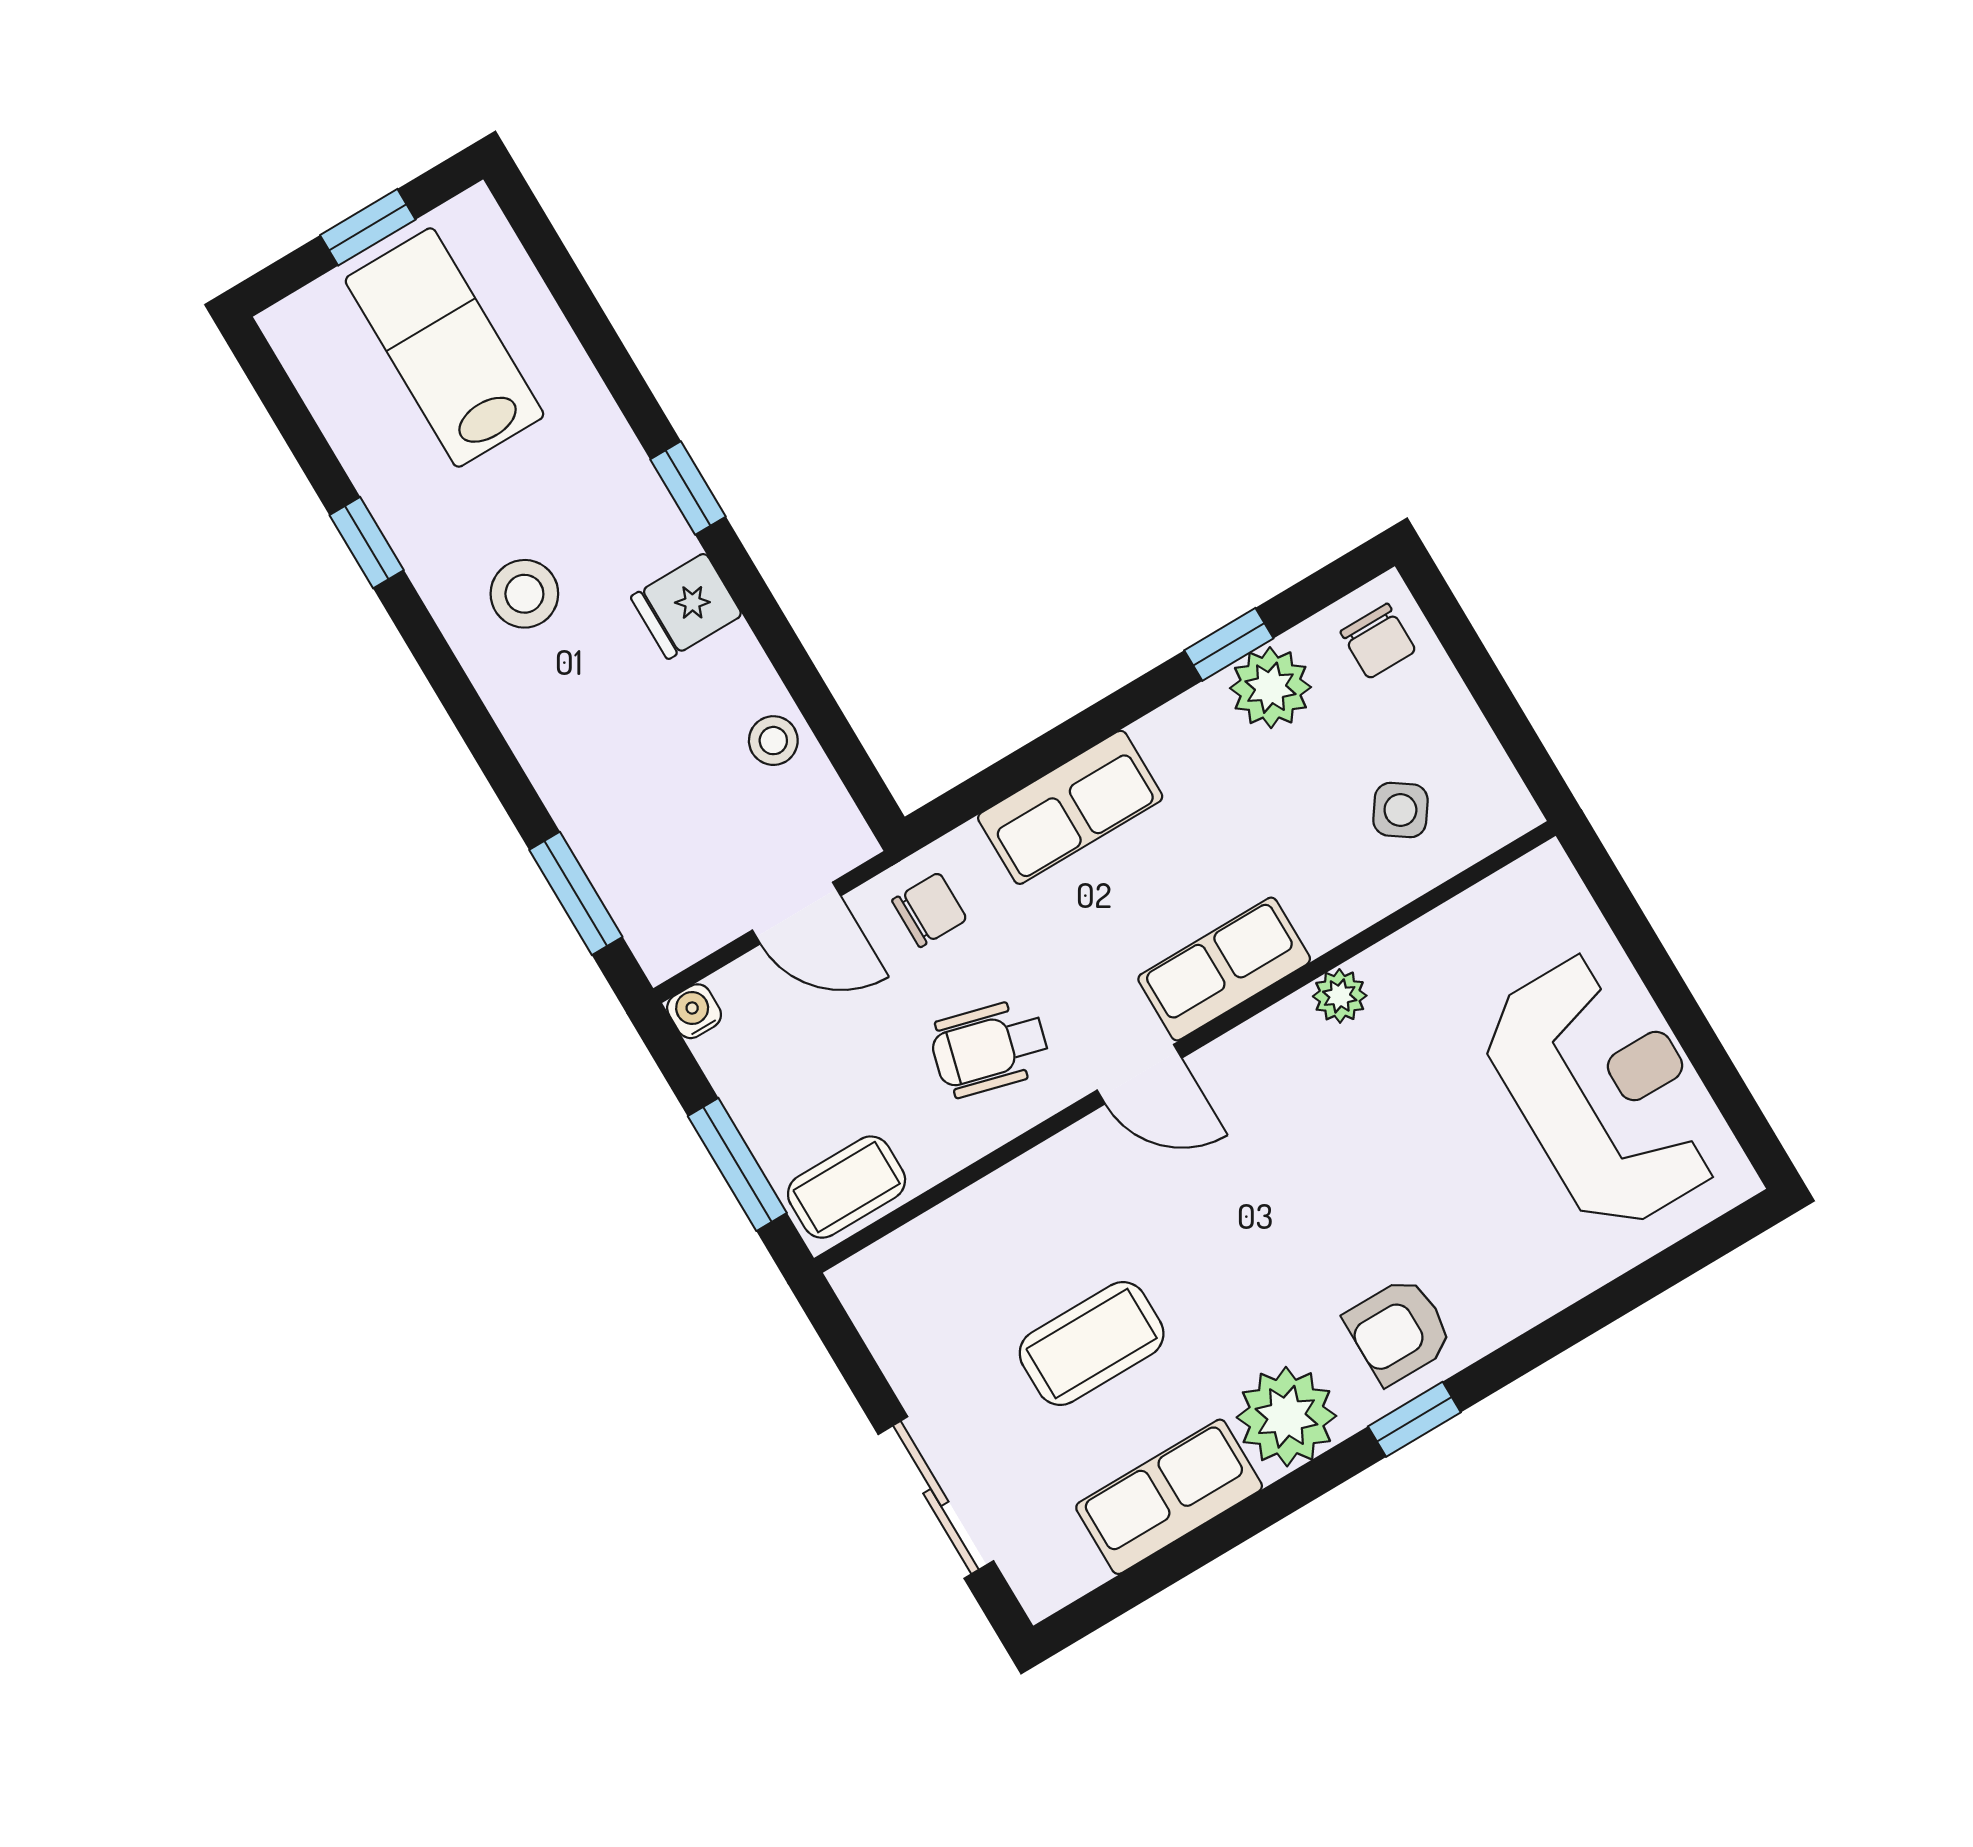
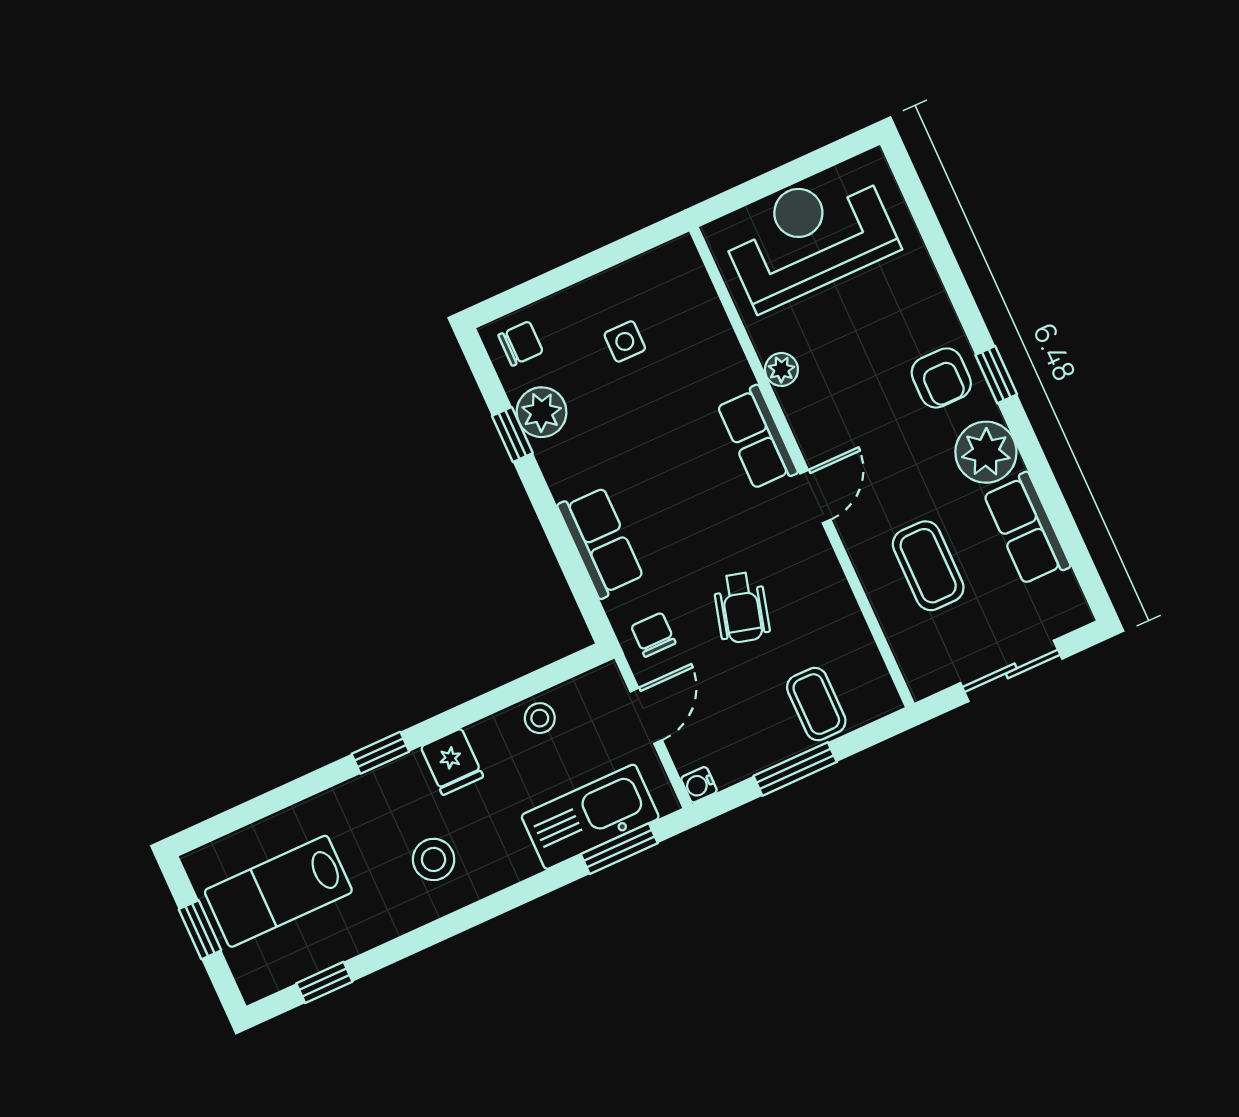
window: (367, 543) -> (324, 982), moved
side table: (1400, 810) -> (625, 341), turned -35
kitchen sink: (622, 840) -> (590, 817), added
row of seats: (1224, 969) -> (757, 438), moved
plant: (1340, 996) -> (781, 369), moved
wall: (1185, 1047) -> (802, 467), moved
door: (1139, 1074) -> (815, 497), moved

